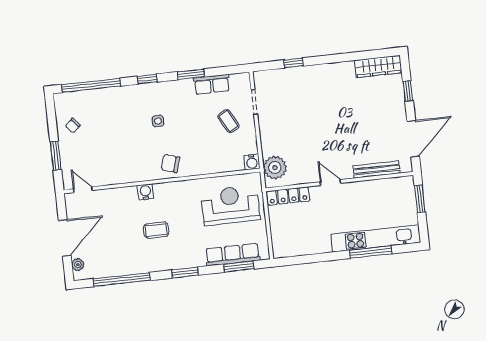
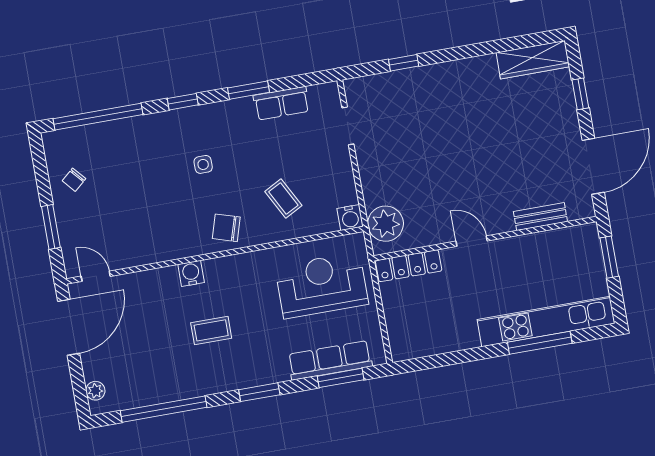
coffee table: (229, 121) -> (283, 198), moved
bench: (377, 169) -> (540, 217), width x0.73
door: (65, 238) -> (69, 327), moved

